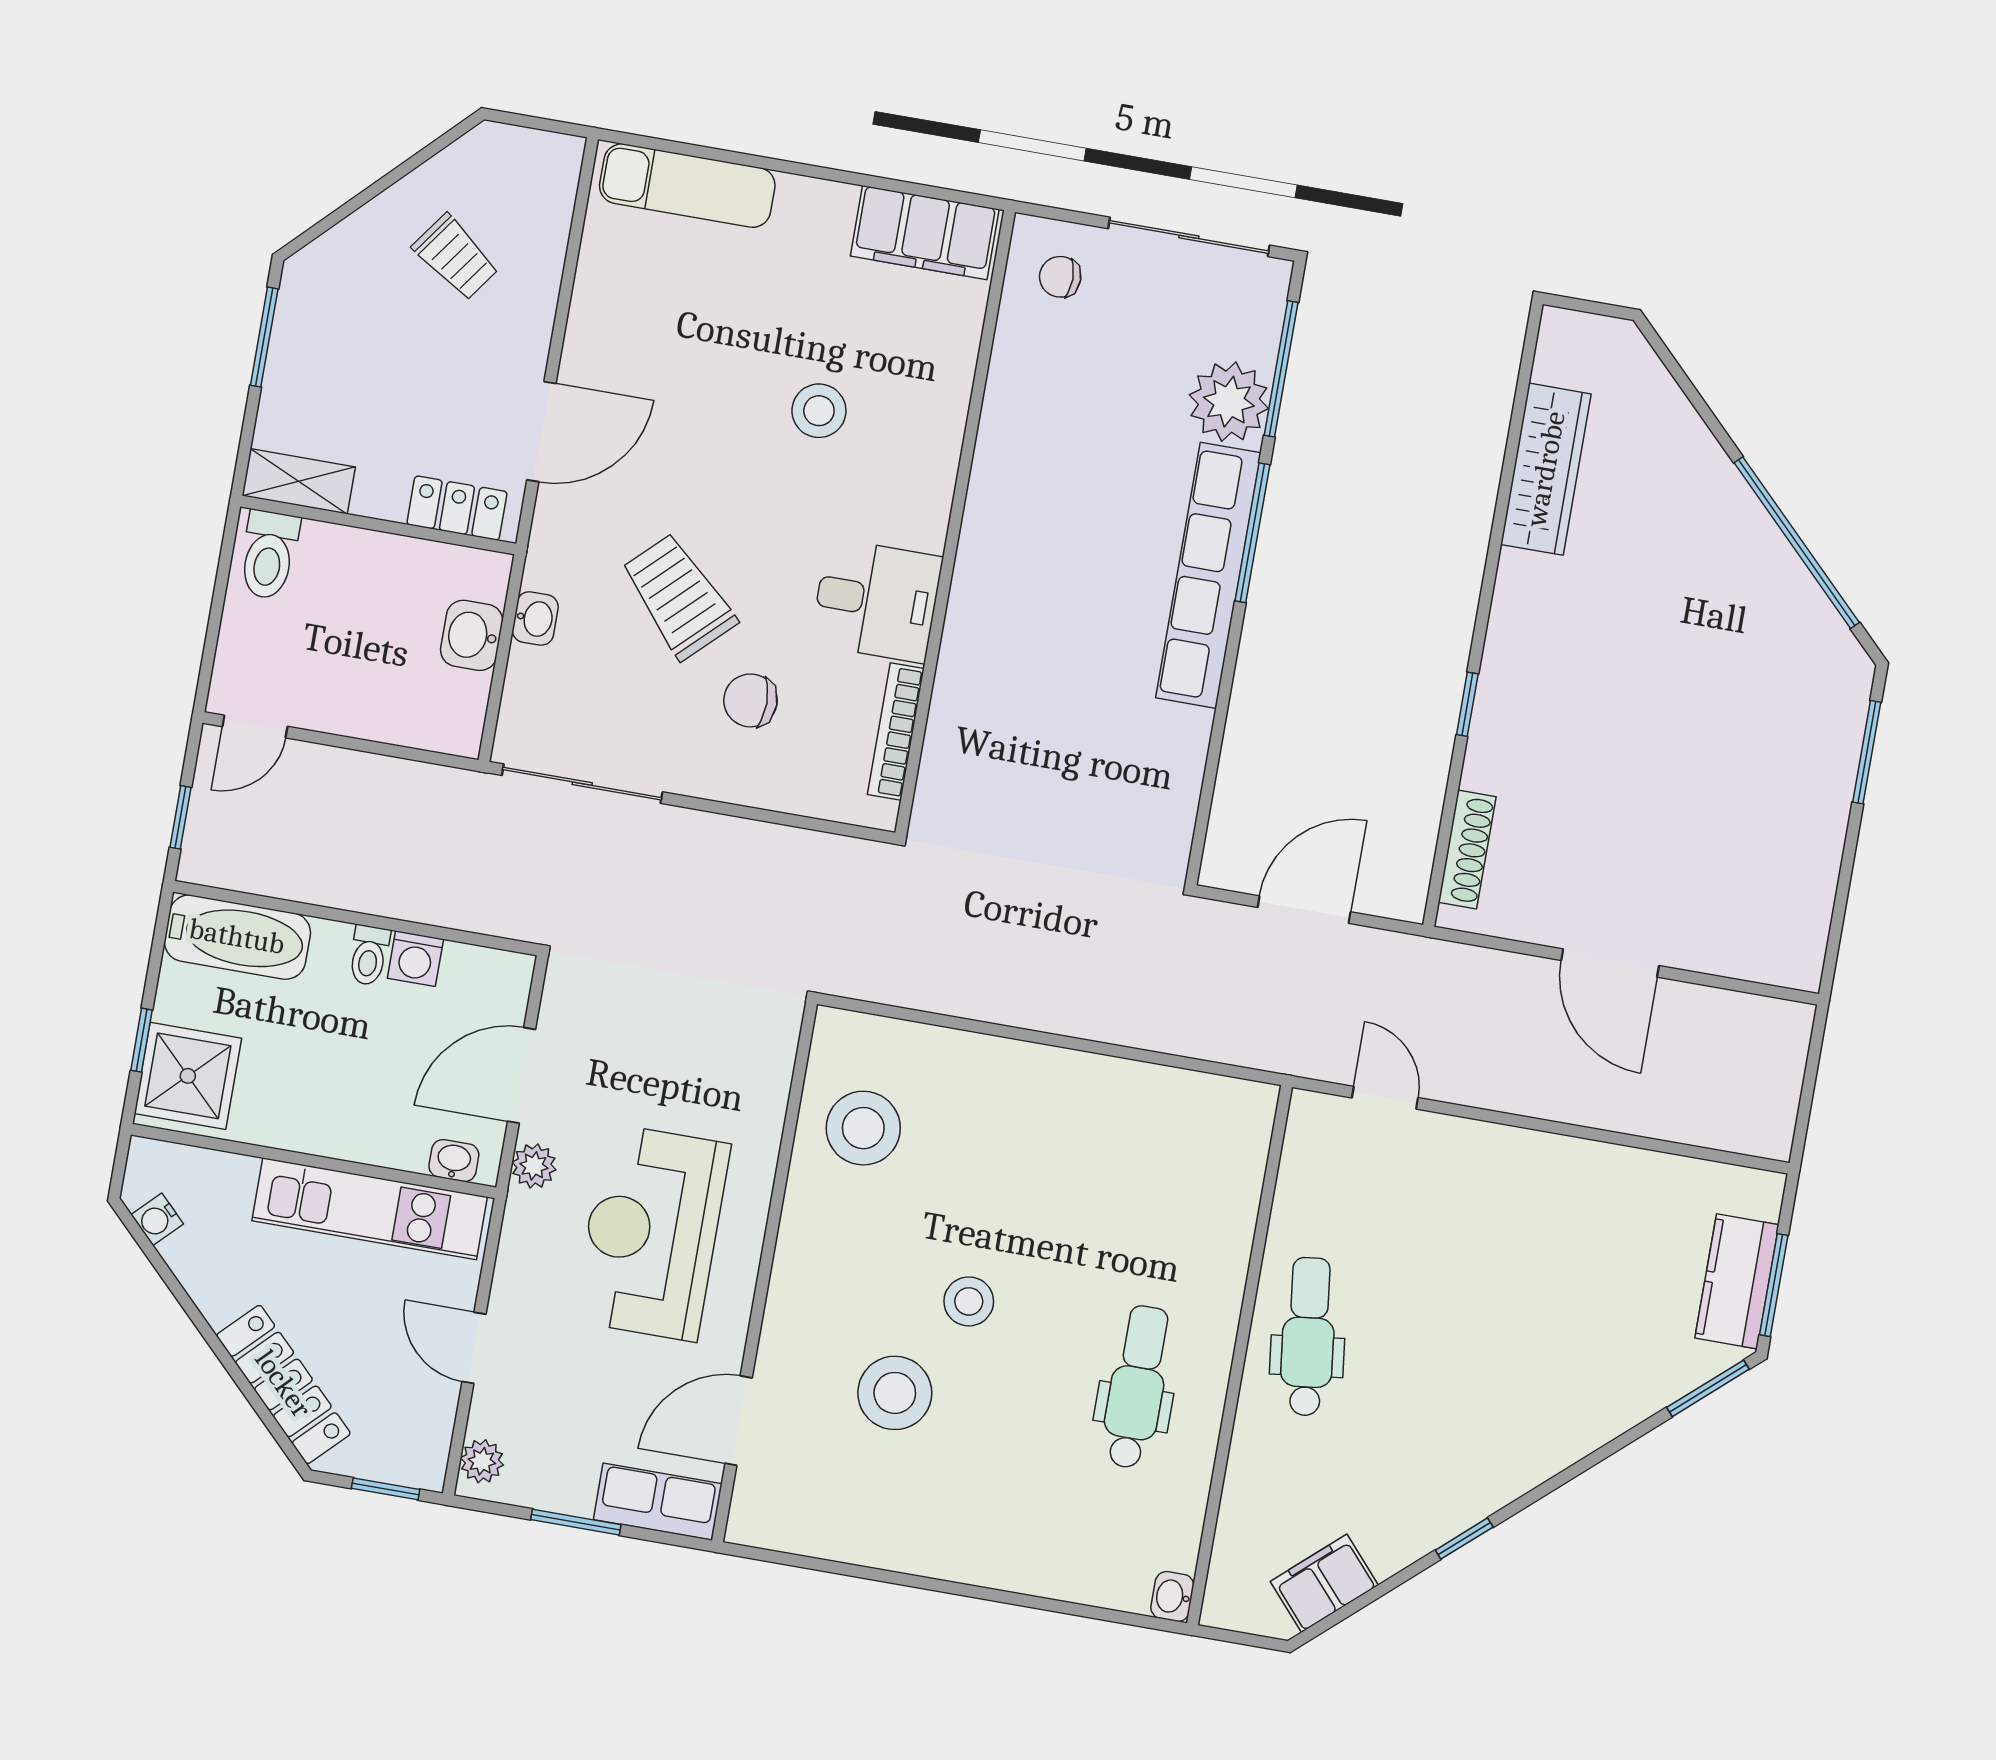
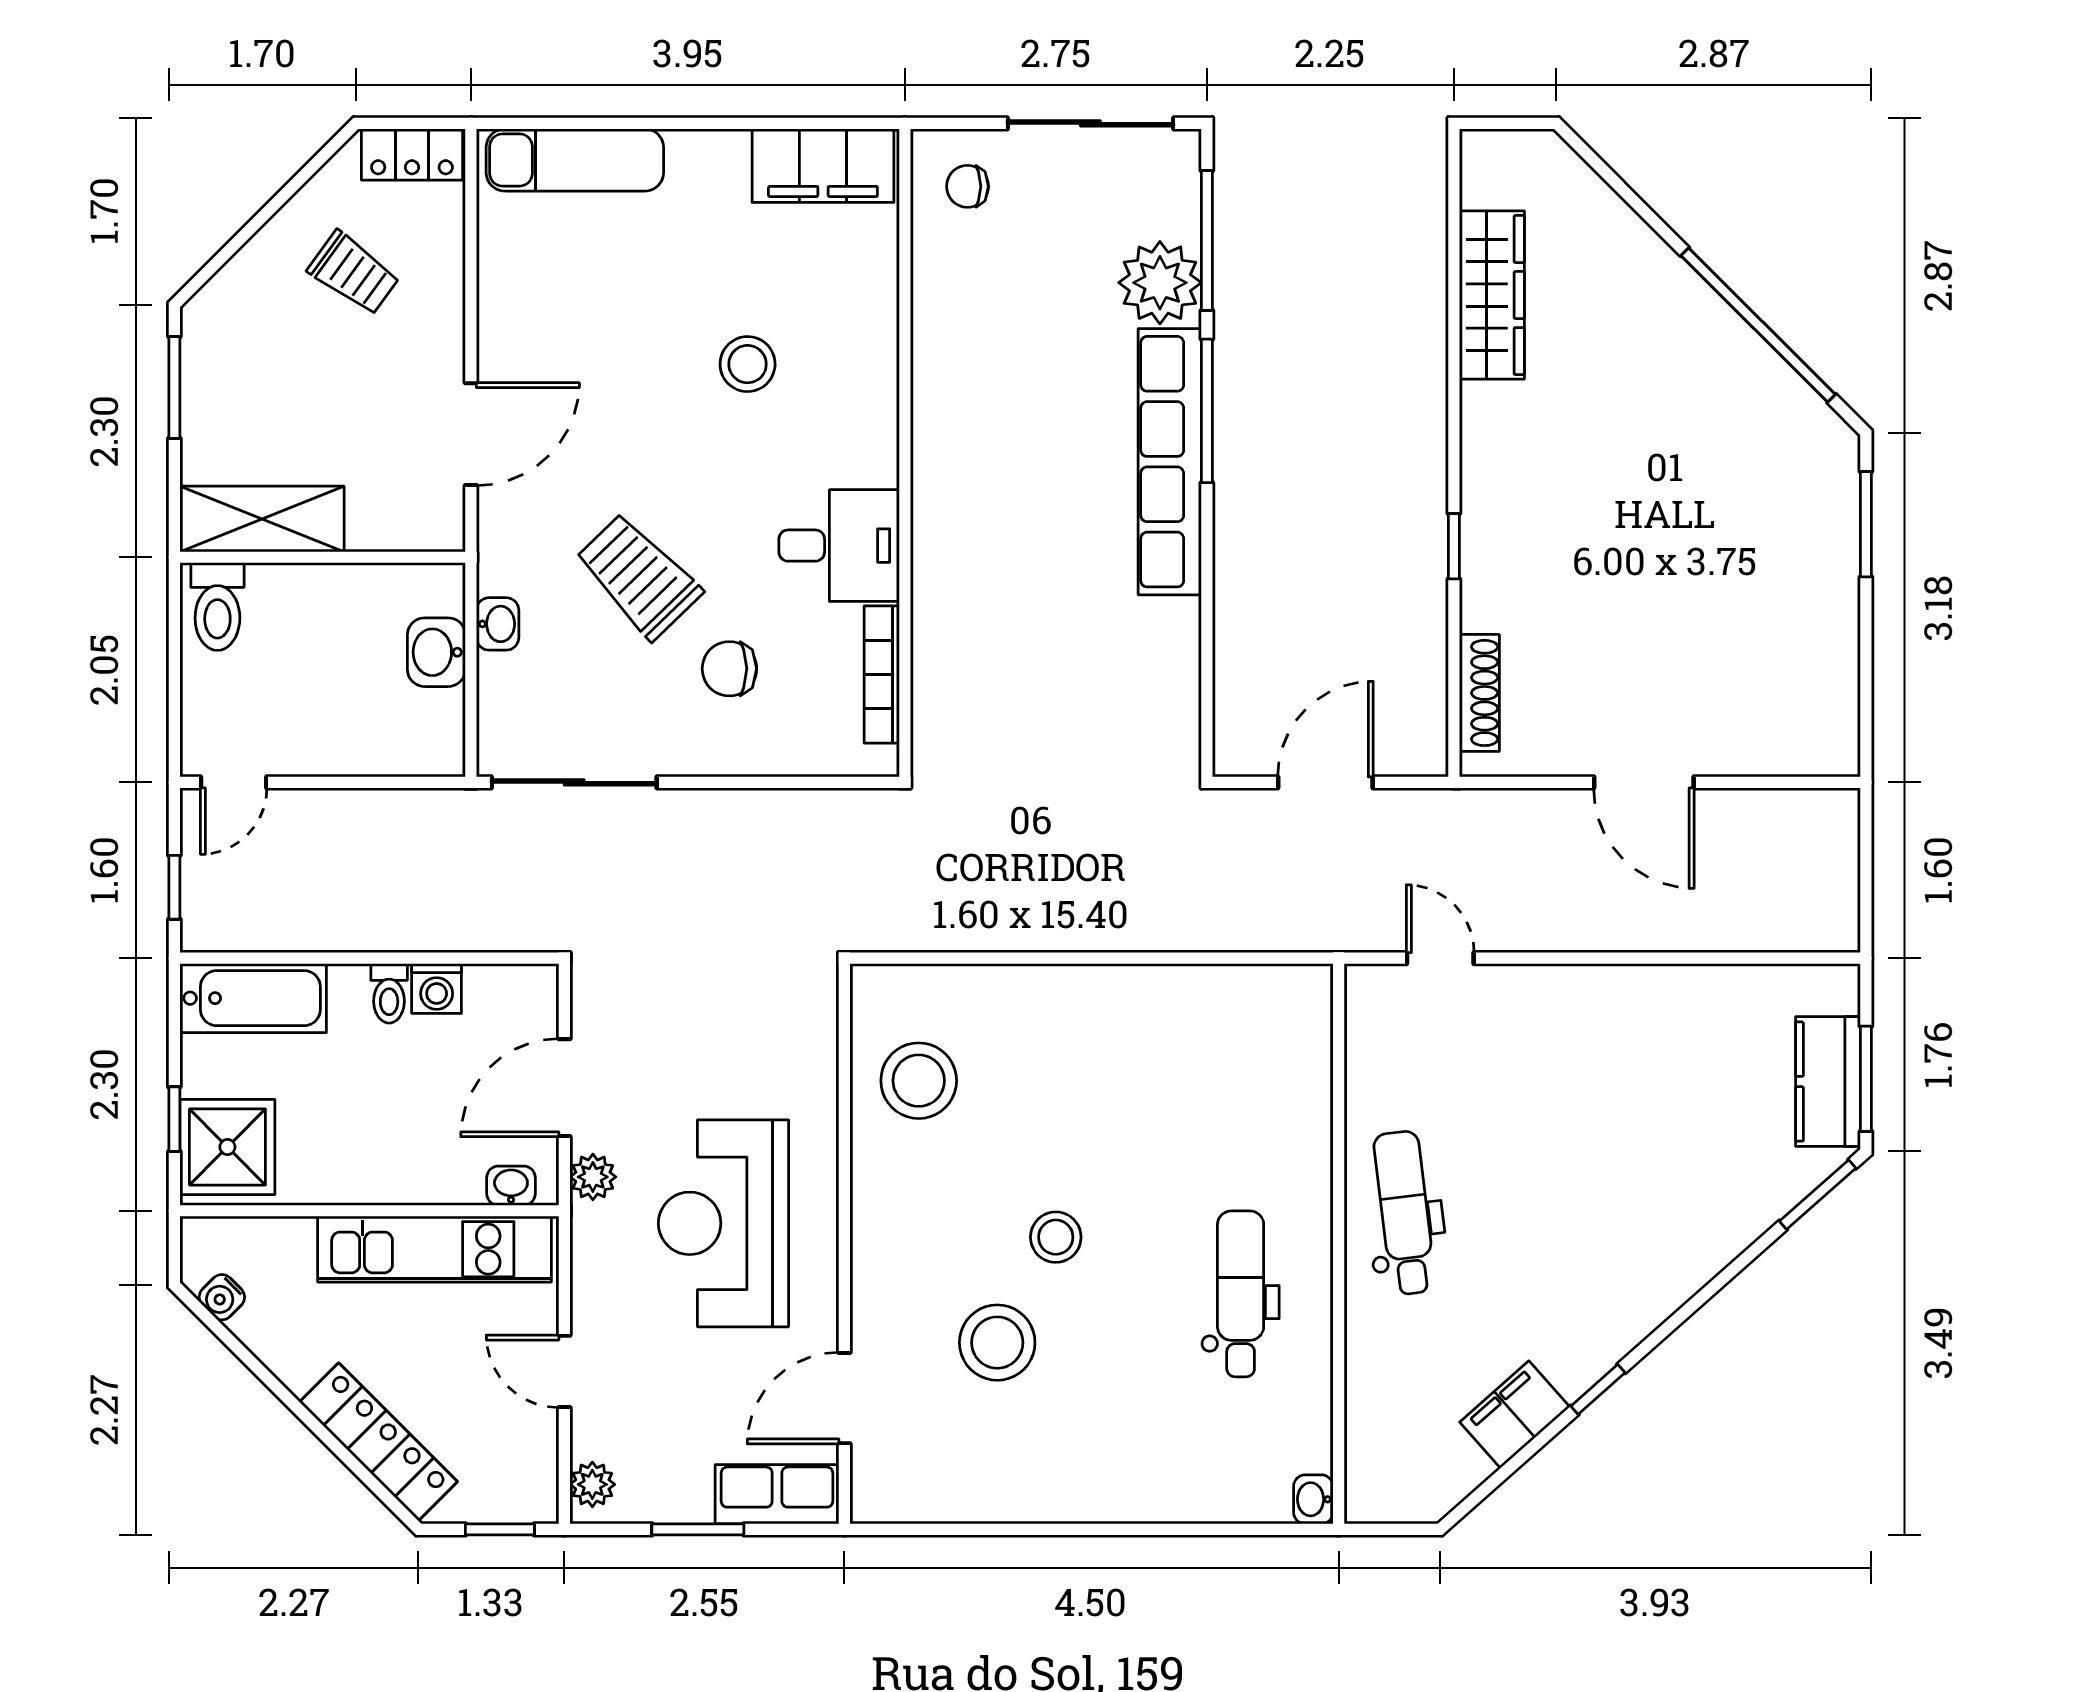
shelving: (299, 481) -> (262, 519), width x1.50, depth x1.33
locker: (457, 508) -> (412, 154), moved, turned 180
filing cabinet: (1324, 1583) -> (1515, 1415), moved

